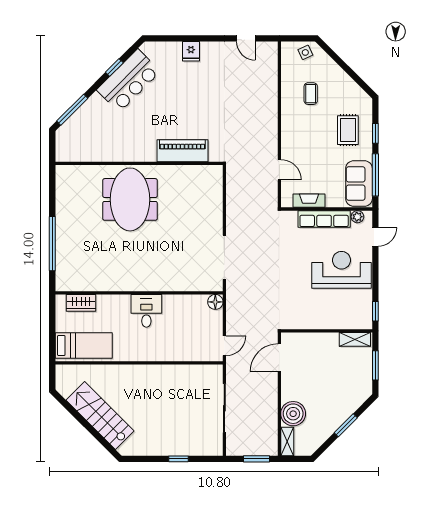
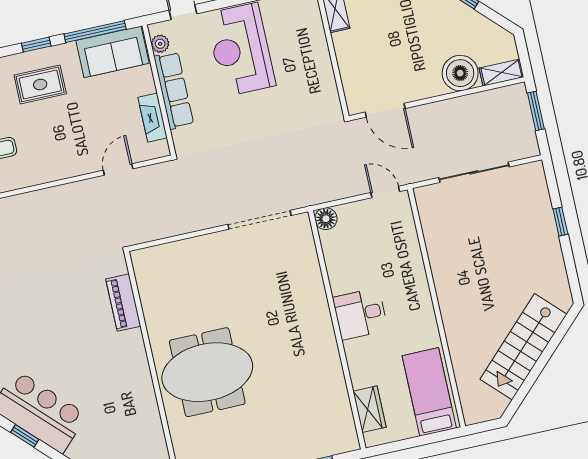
piano: (182, 151) -> (123, 303), width x0.73, depth x0.75

